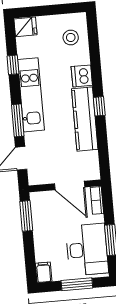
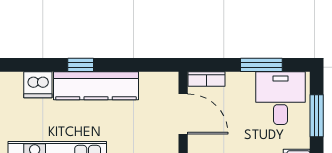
door: (70, 185) -> (183, 114), hinge flipped
desk: (87, 250) -> (280, 98), width x0.73

